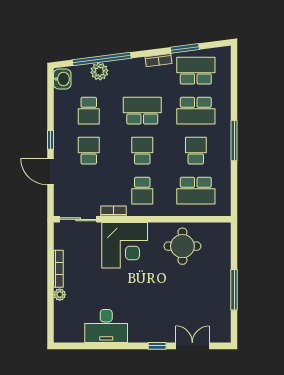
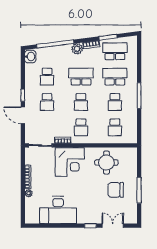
plant: (99, 71) -> (77, 49), moved
school desk: (196, 111) -> (115, 77), turned 180
school desk: (89, 151) -> (47, 102), turned 180
school desk: (142, 151) -> (81, 102), turned 180
school desk: (196, 151) -> (115, 102), turned 180
school desk: (196, 191) -> (115, 127), width x0.54
chair: (197, 289) -> (116, 190), added
desk: (106, 326) -> (58, 210), width x1.36, depth x1.30

